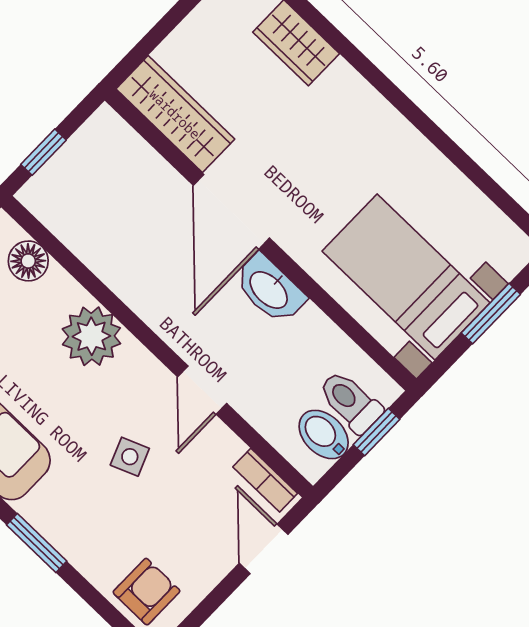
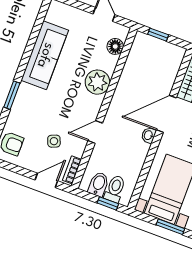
washbasin: (269, 289) -> (149, 135), width x0.52, depth x0.69
side table: (130, 457) -> (54, 141), moved

